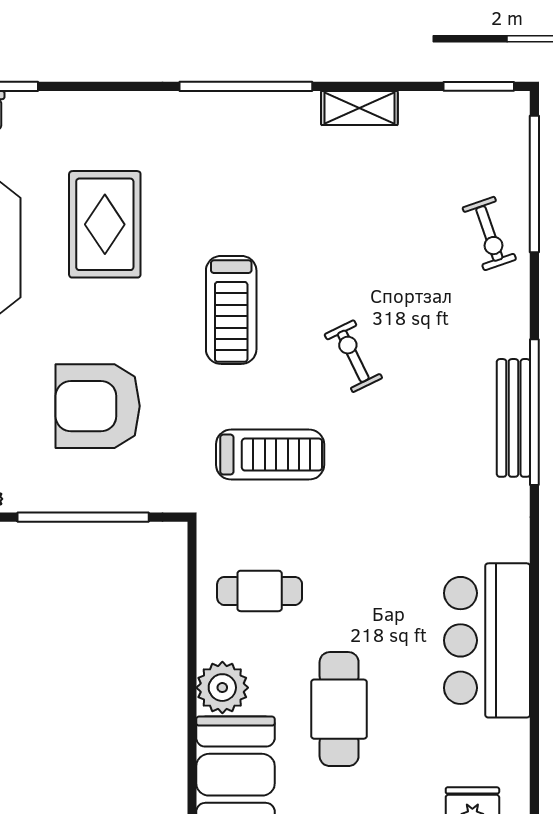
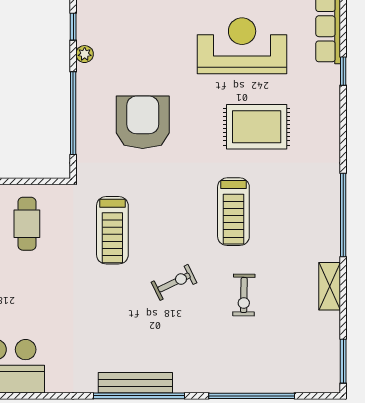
window: (534, 184) -> (252, 396), moved
exercise bike: (489, 233) -> (244, 295), moved, turned -70
treadmill: (231, 310) -> (233, 212), moved, turned -90

